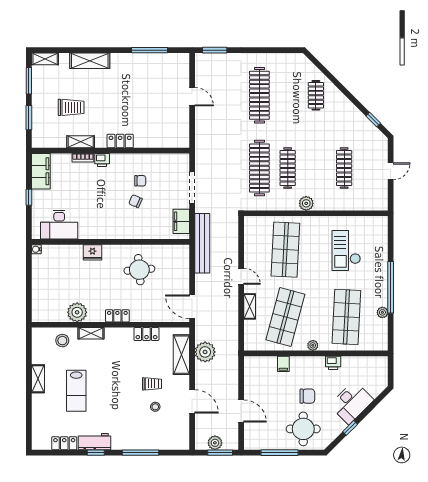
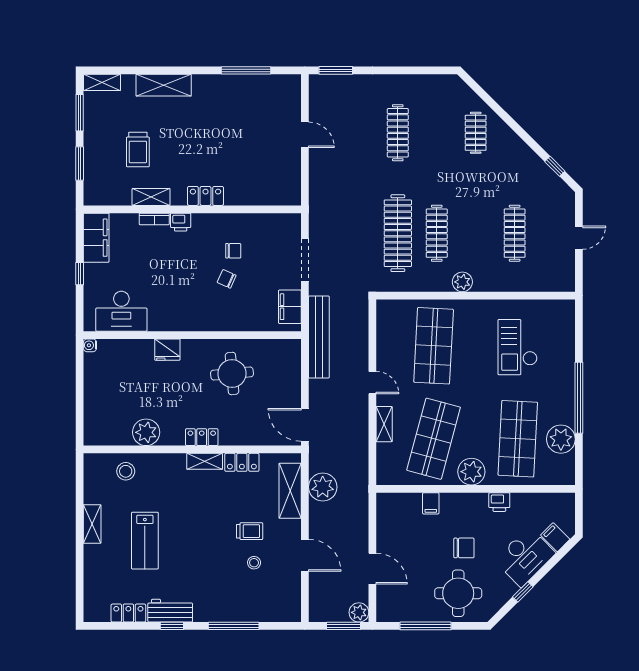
clothes rail: (259, 95) -> (398, 133), width x0.73, depth x0.76
trolley: (71, 107) -> (138, 150), turned 90
plant: (382, 312) -> (561, 439), width x1.88, depth x1.88
shelving: (91, 333) -> (205, 461), moved
plant: (313, 345) -> (471, 472), width x1.88, depth x1.88
filing cabinet: (374, 388) -> (555, 537), added
plant: (215, 443) -> (359, 612), moved

